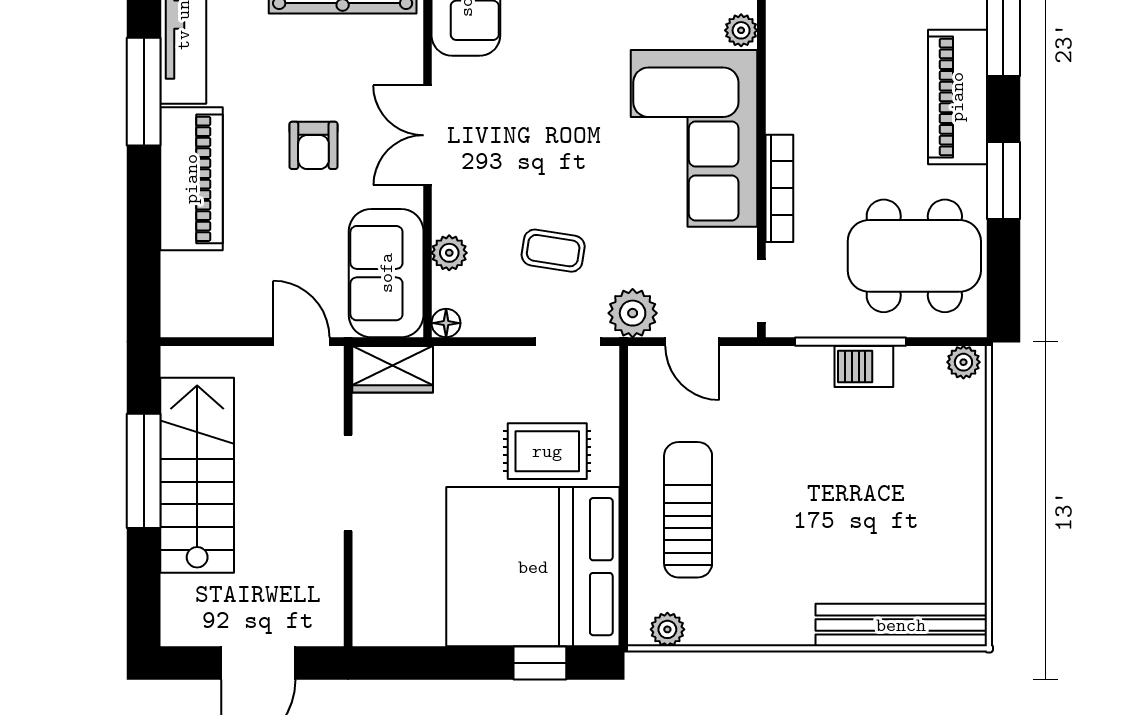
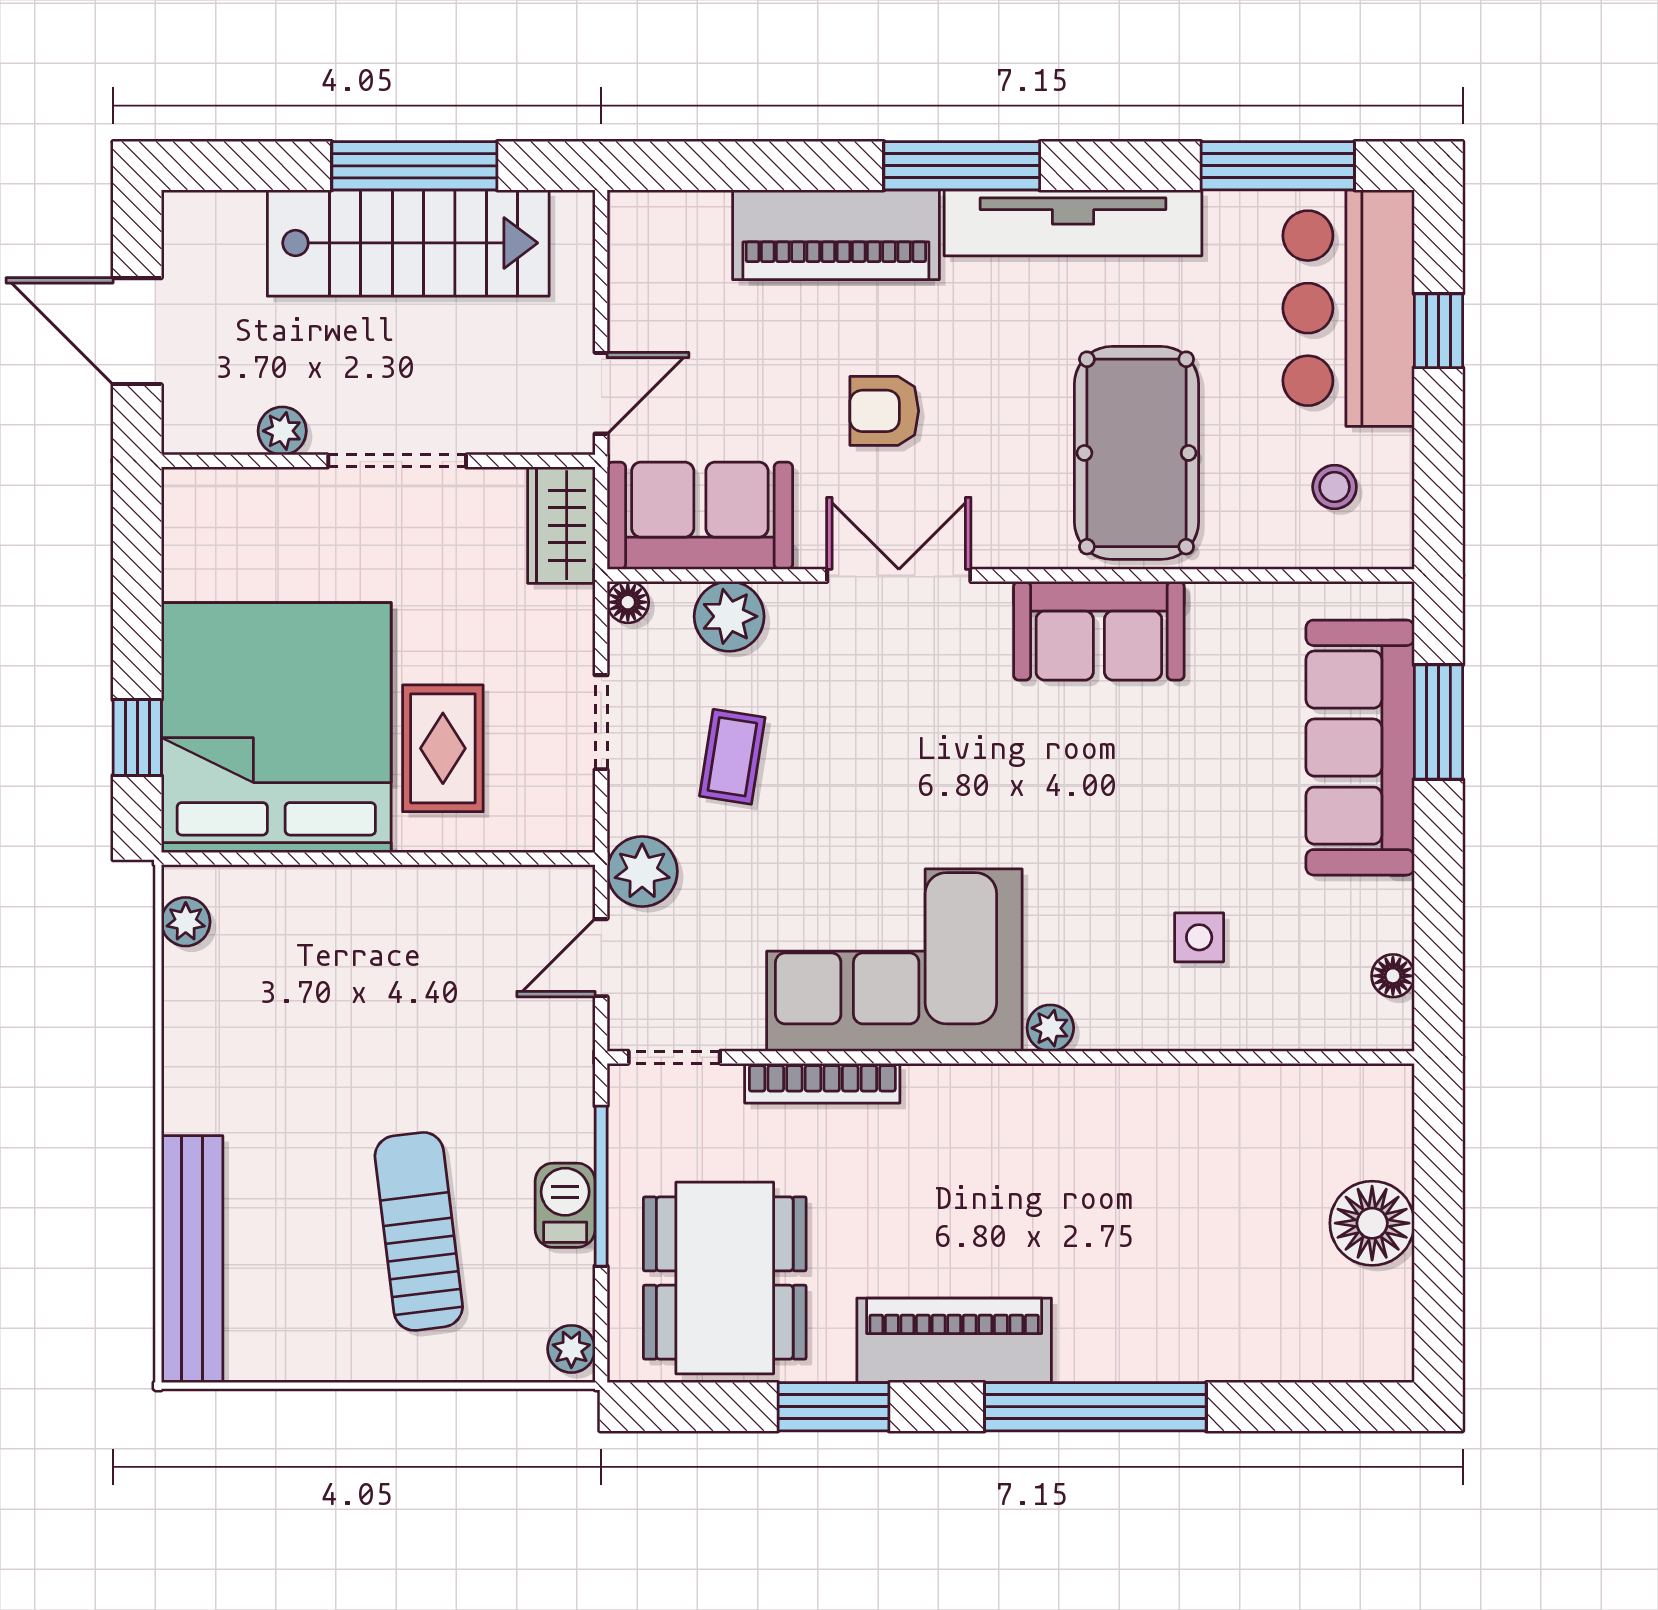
plant: (449, 253) -> (729, 616), width x1.38, depth x1.38
doorway: (568, 342) -> (601, 722), moved
sun lounger: (688, 510) -> (419, 1231), moved, turned -97
plant: (327, 563) -> (282, 431), added

